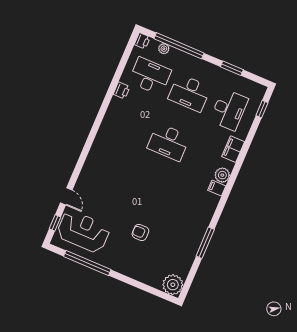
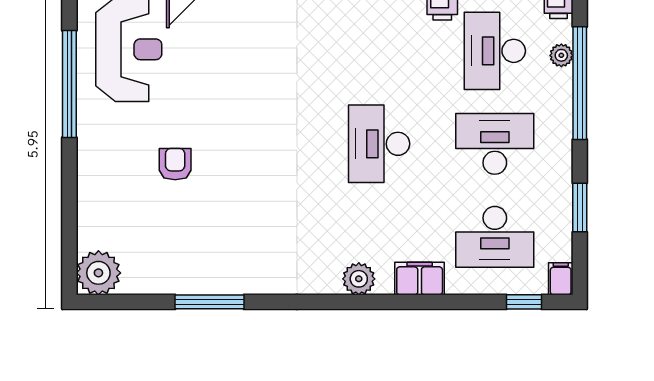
desk: (150, 76) -> (495, 51), turned 180
desk: (189, 93) -> (495, 144), turned 90
filing cabinet: (217, 188) -> (561, 279), moved

